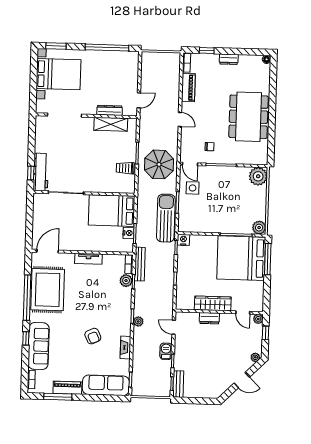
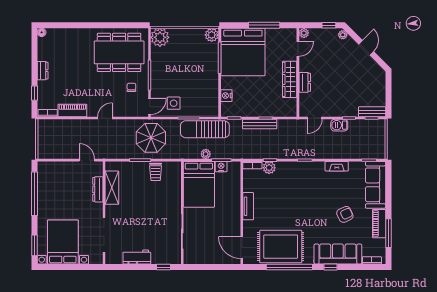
dining table: (249, 117) -> (119, 52), moved
workbench: (41, 172) -> (137, 257), moved, width x0.73
nightstand: (183, 240) -> (226, 96), moved
window: (268, 259) -> (264, 25), moved
bench: (140, 264) -> (260, 124), moved
plant: (138, 321) -> (206, 154), moved
window: (266, 333) -> (329, 25), moved
armchair: (93, 336) -> (345, 214), moved

